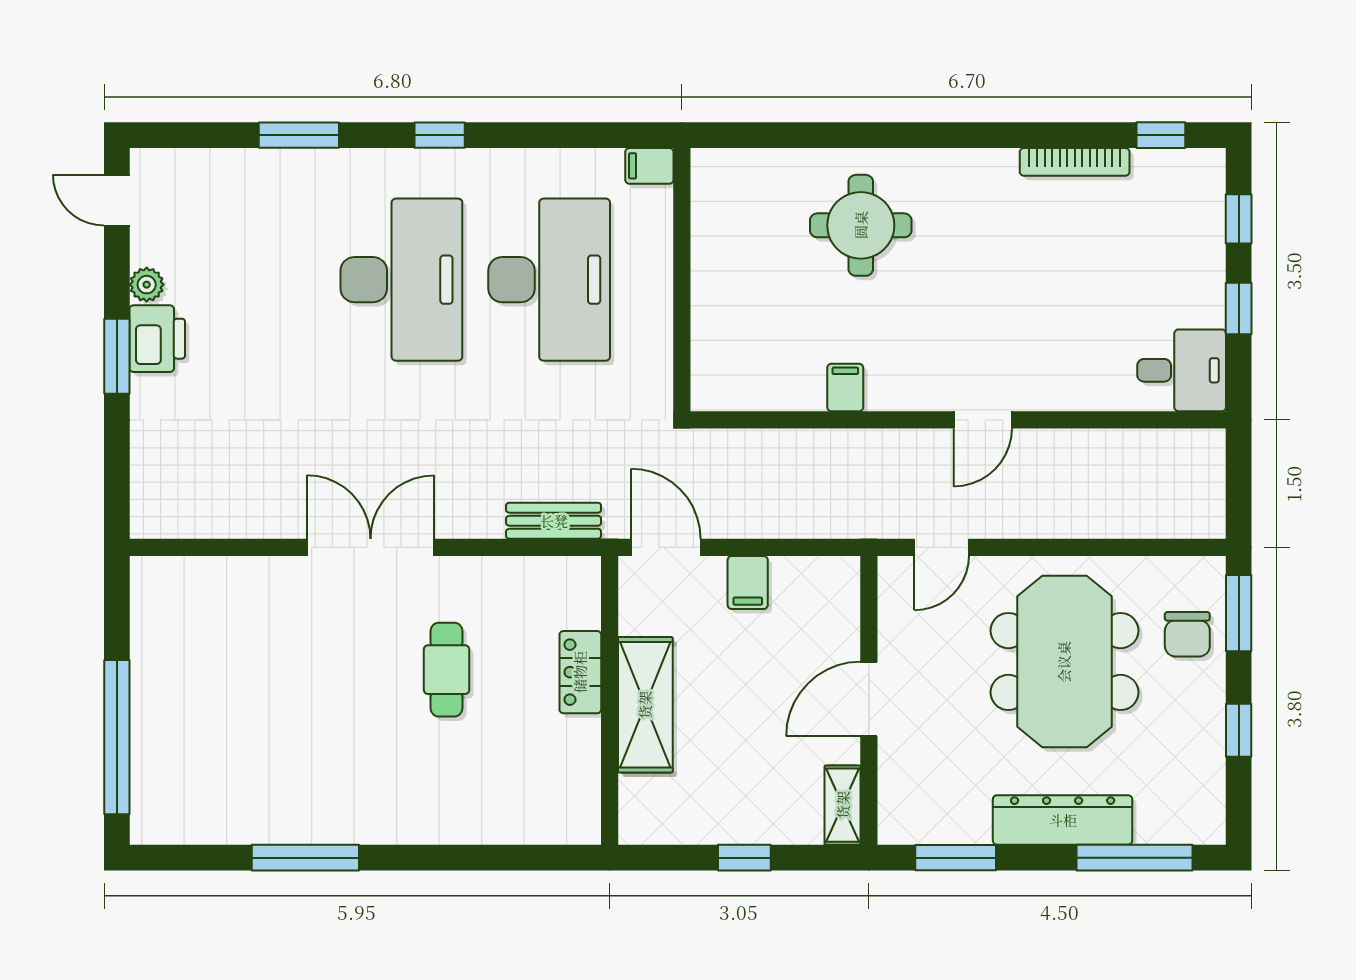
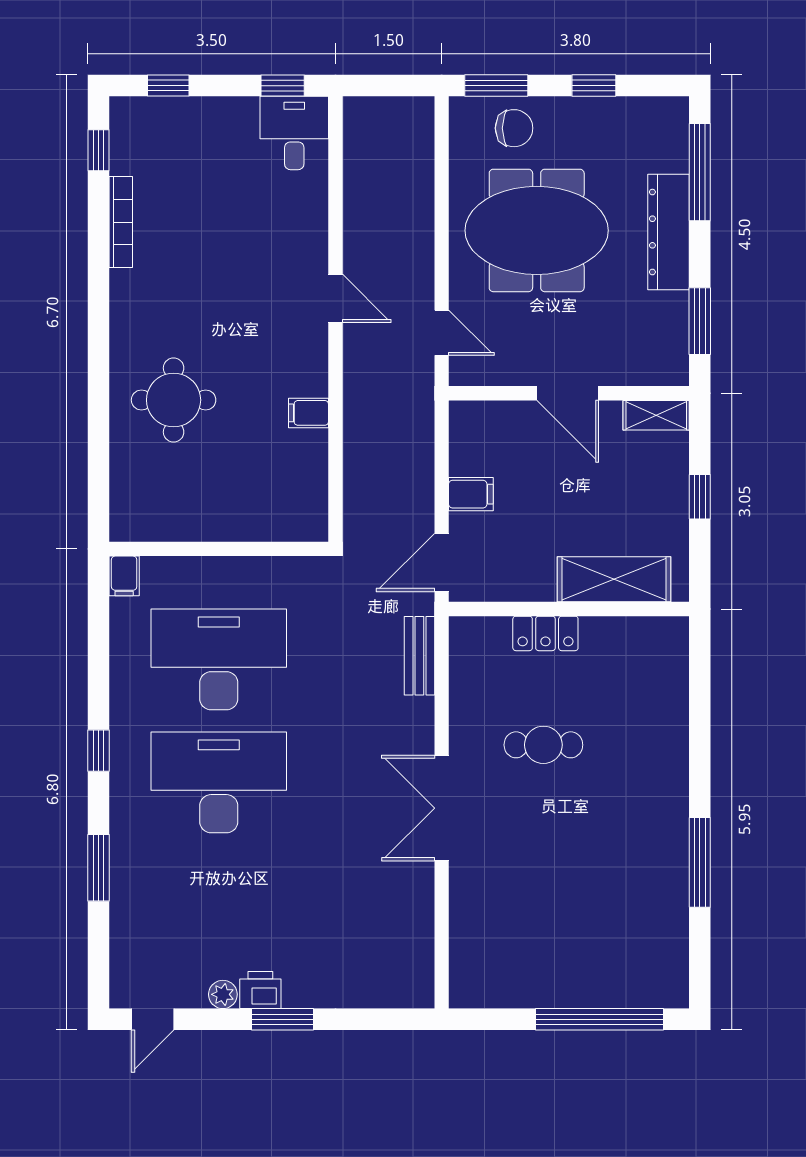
window: (1239, 309) -> (283, 86), moved
printer: (157, 339) -> (260, 990), width x0.73, depth x0.81
shelving: (645, 705) -> (614, 579), moved

